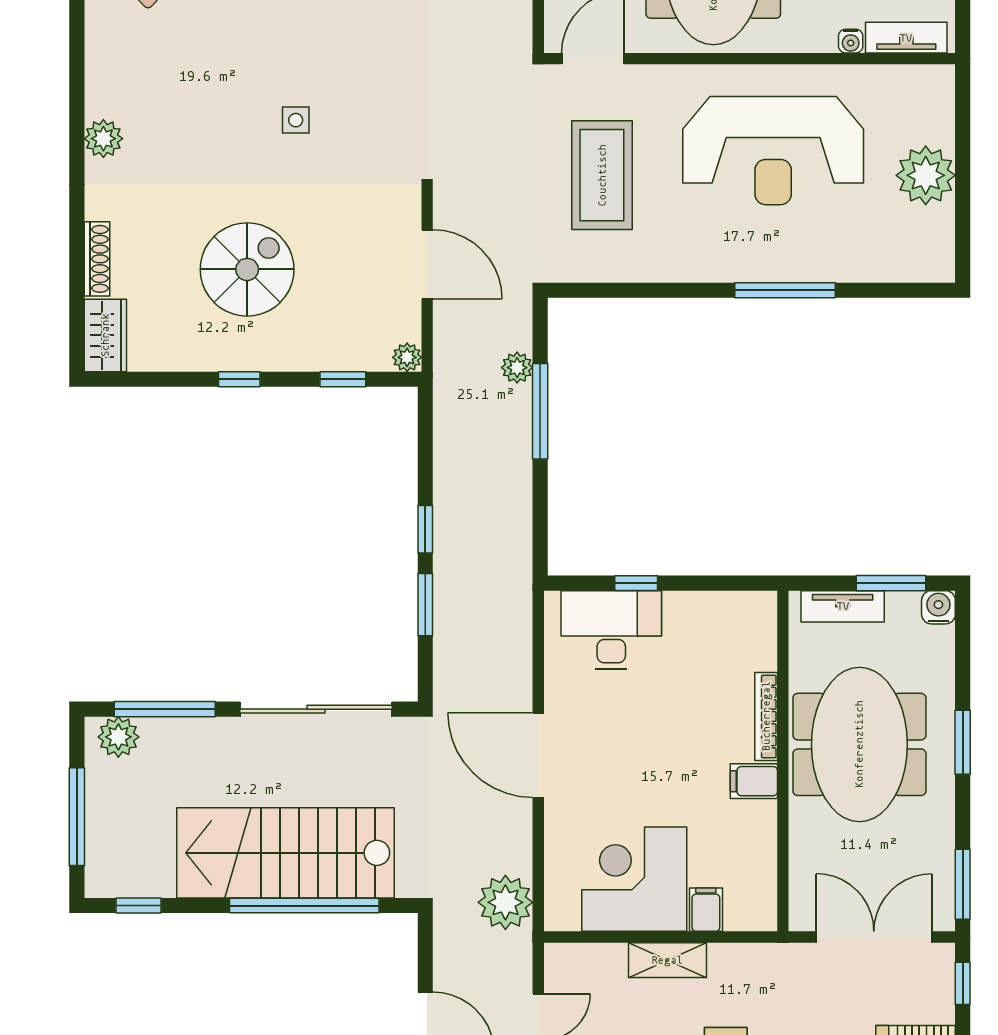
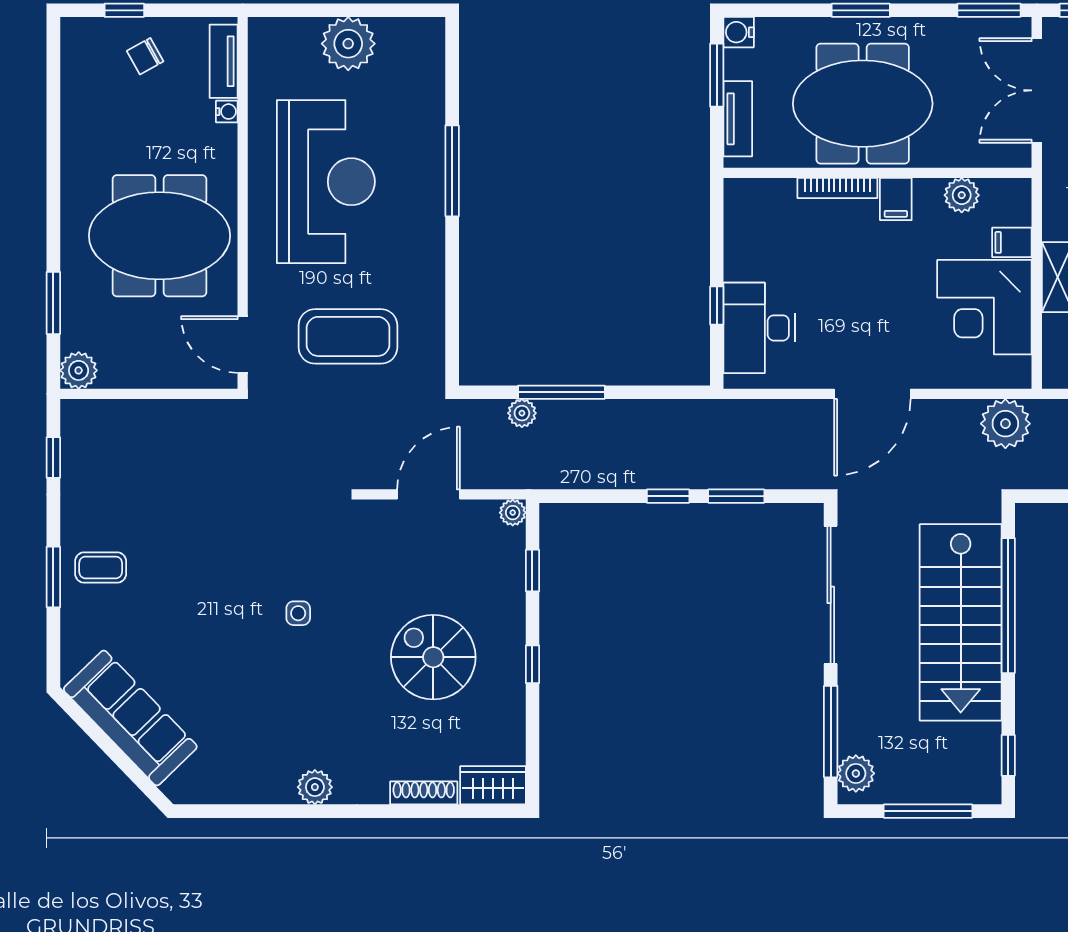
plant: (758, 854) -> (962, 195), added

